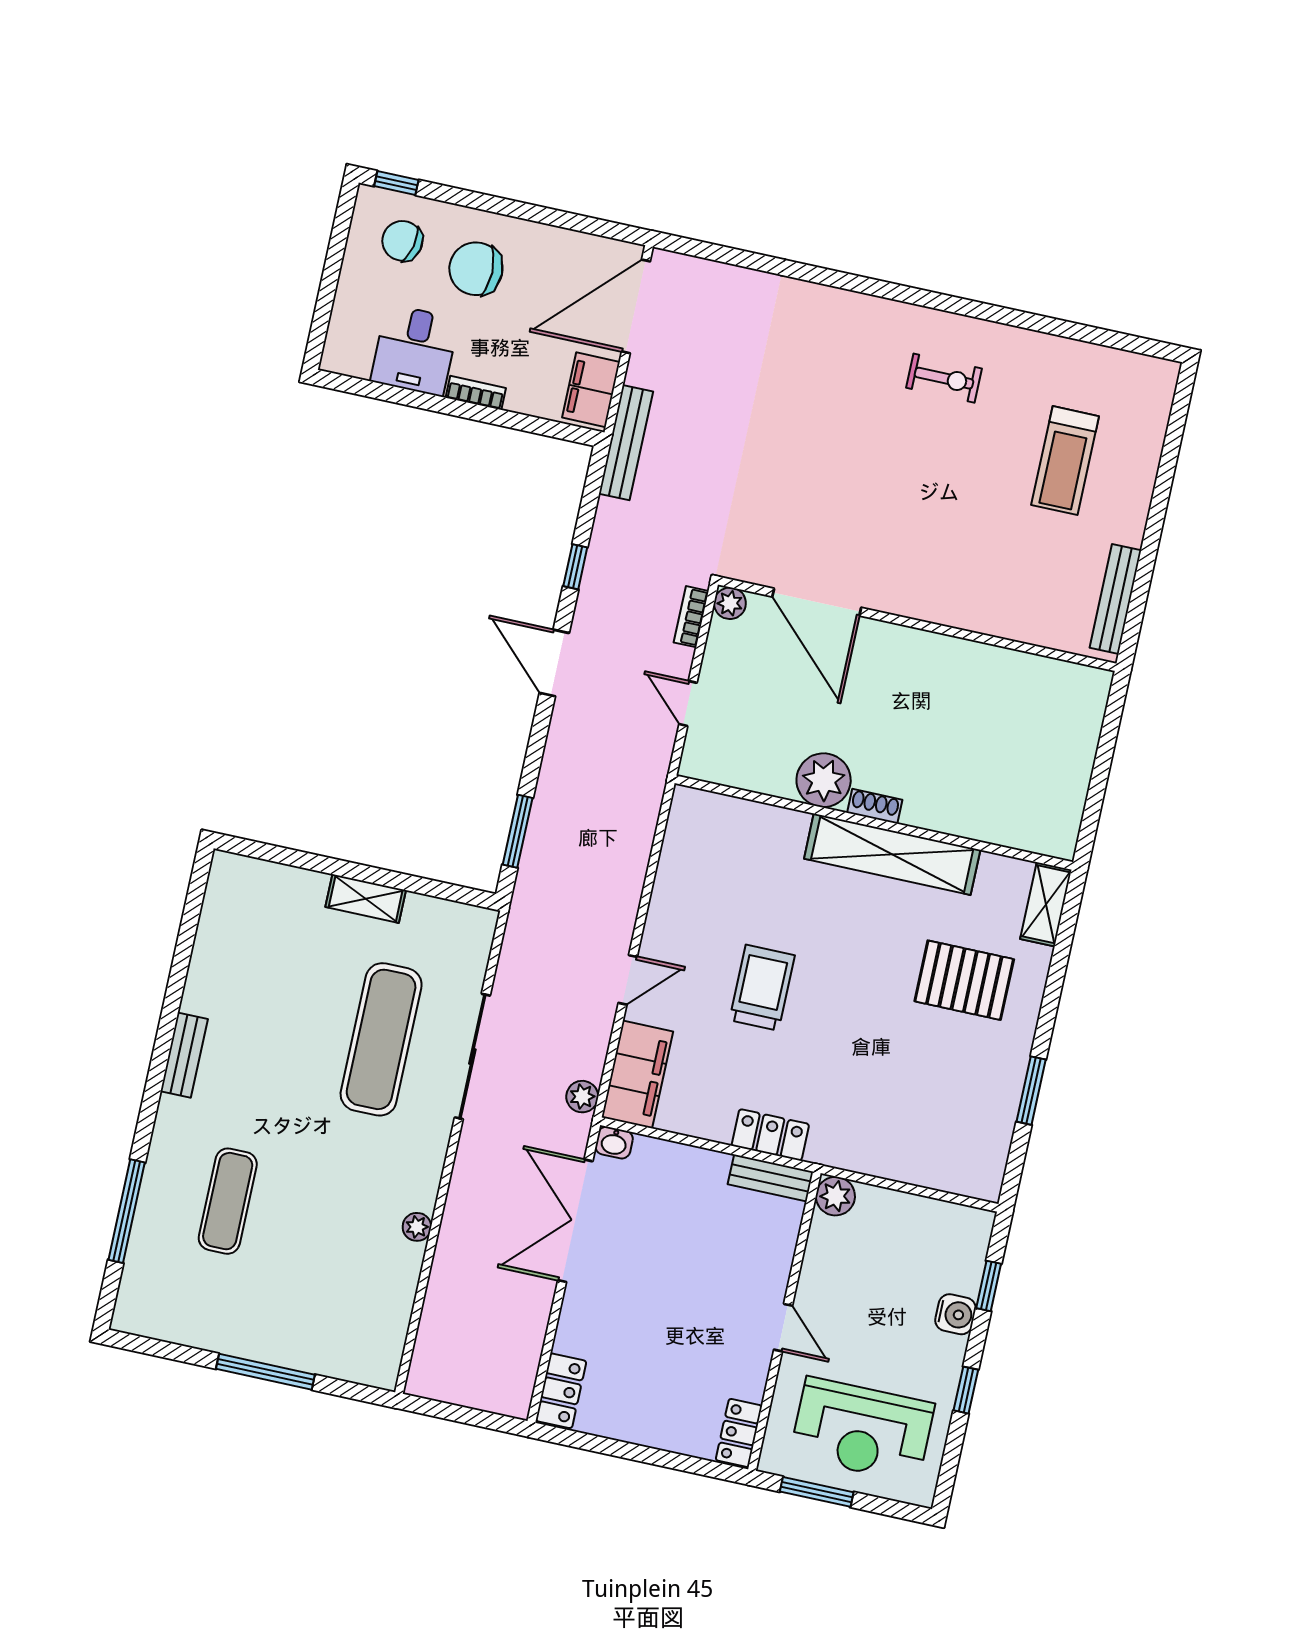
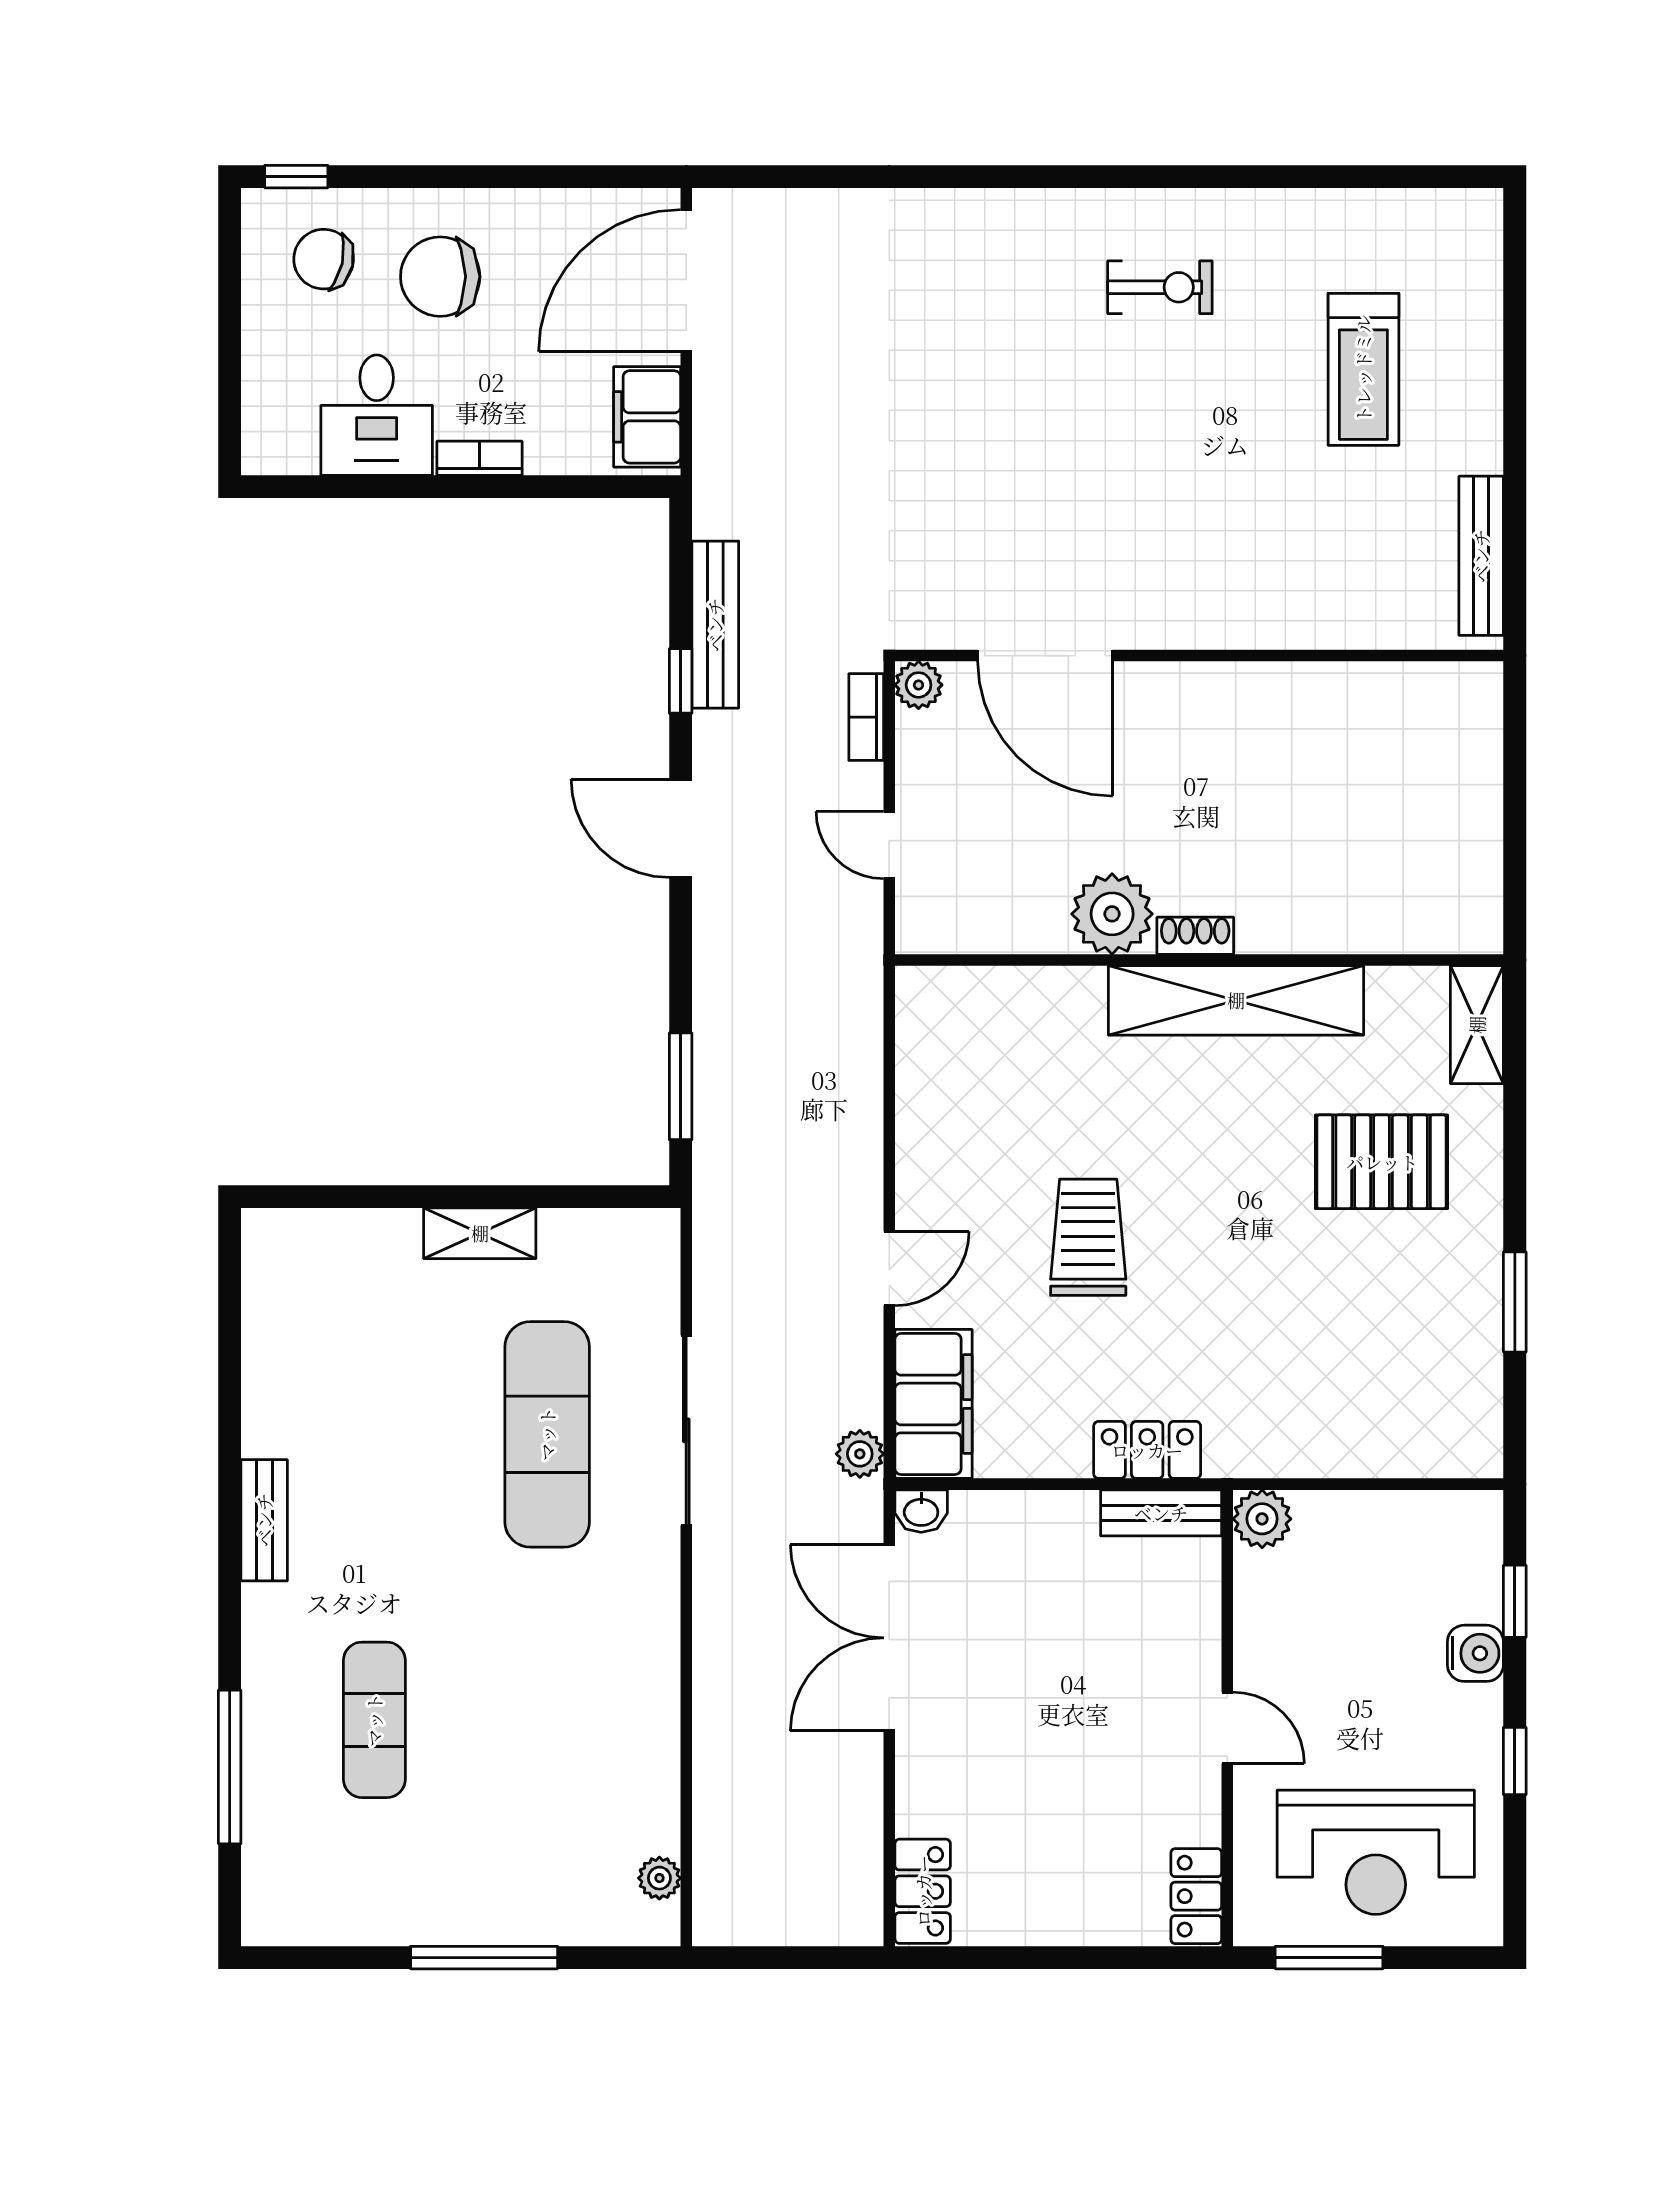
bench: (626, 443) -> (715, 625), moved
plant: (417, 1227) -> (659, 1878), moved

